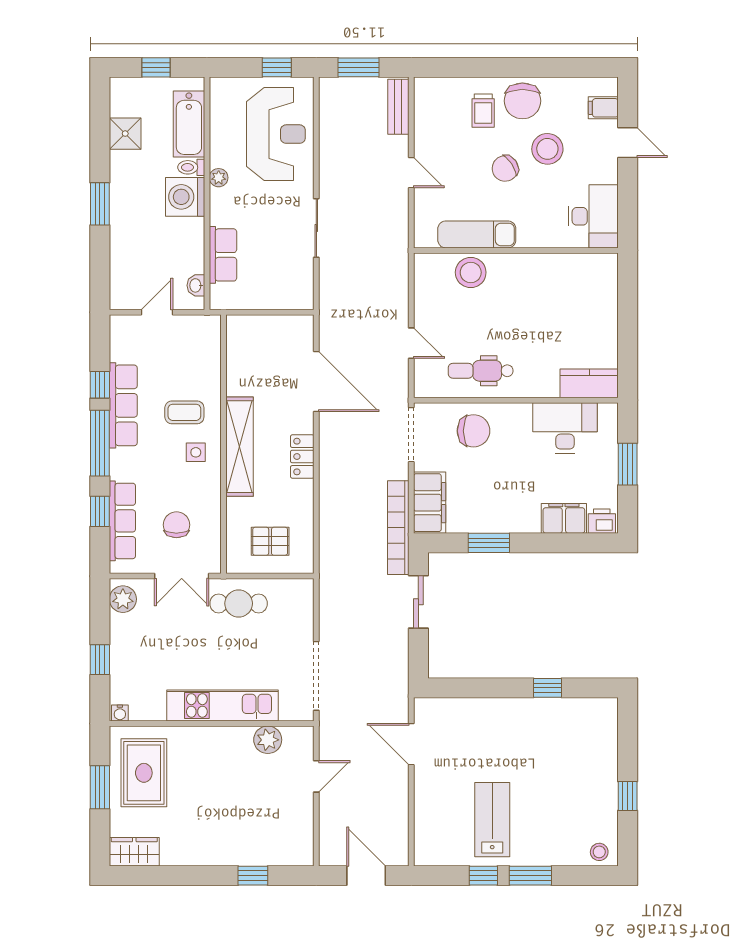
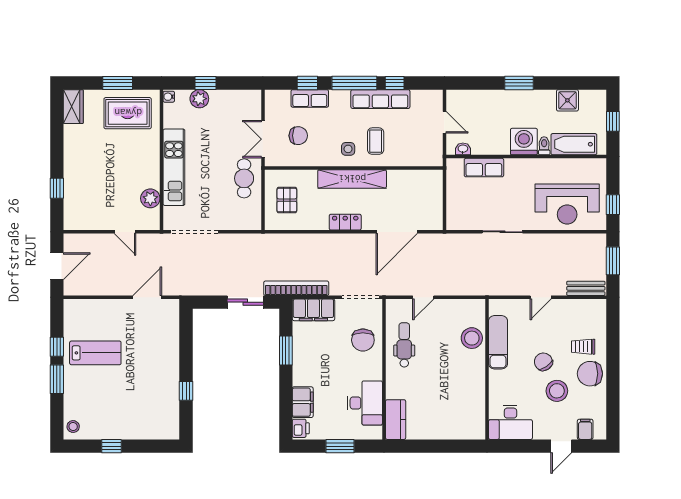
plant: (219, 178) -> (537, 165), removed
row of seats: (122, 521) -> (310, 98), width x0.68
plant: (123, 599) -> (199, 99), moved

